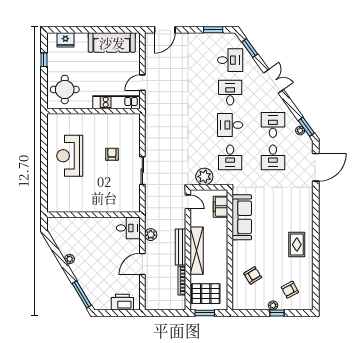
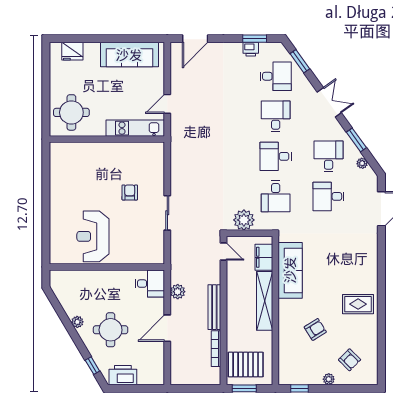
printer: (210, 38) -> (251, 49), added
window: (44, 60) -> (46, 76), removed
window: (306, 127) -> (356, 140), moved
reception desk: (70, 156) -> (93, 236), moved
desk: (273, 157) -> (329, 196), turned 90
rug: (297, 245) -> (358, 304), turned 90
shelving: (197, 251) -> (265, 301), moved
round table: (96, 265) -> (111, 330), added
armchair: (253, 275) -> (315, 329), moved
armchair: (290, 290) -> (350, 360), turned -107
window: (82, 294) -> (92, 366), width x0.46
printer: (122, 302) -> (123, 375), moved
window: (277, 313) -> (299, 388), moved

